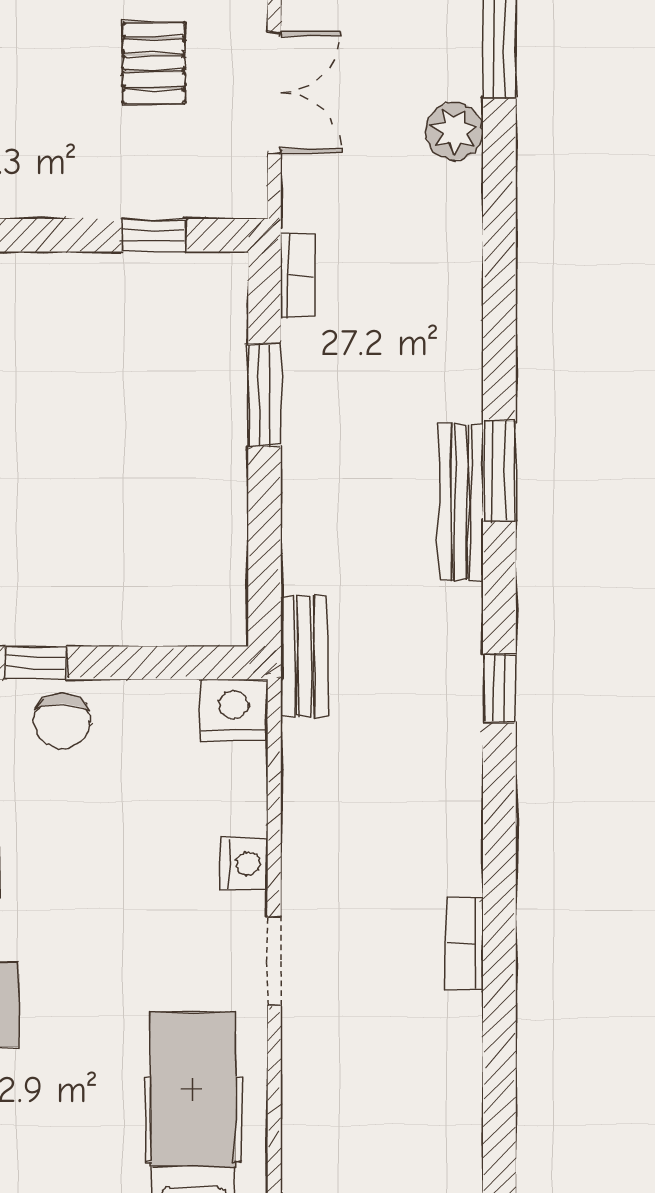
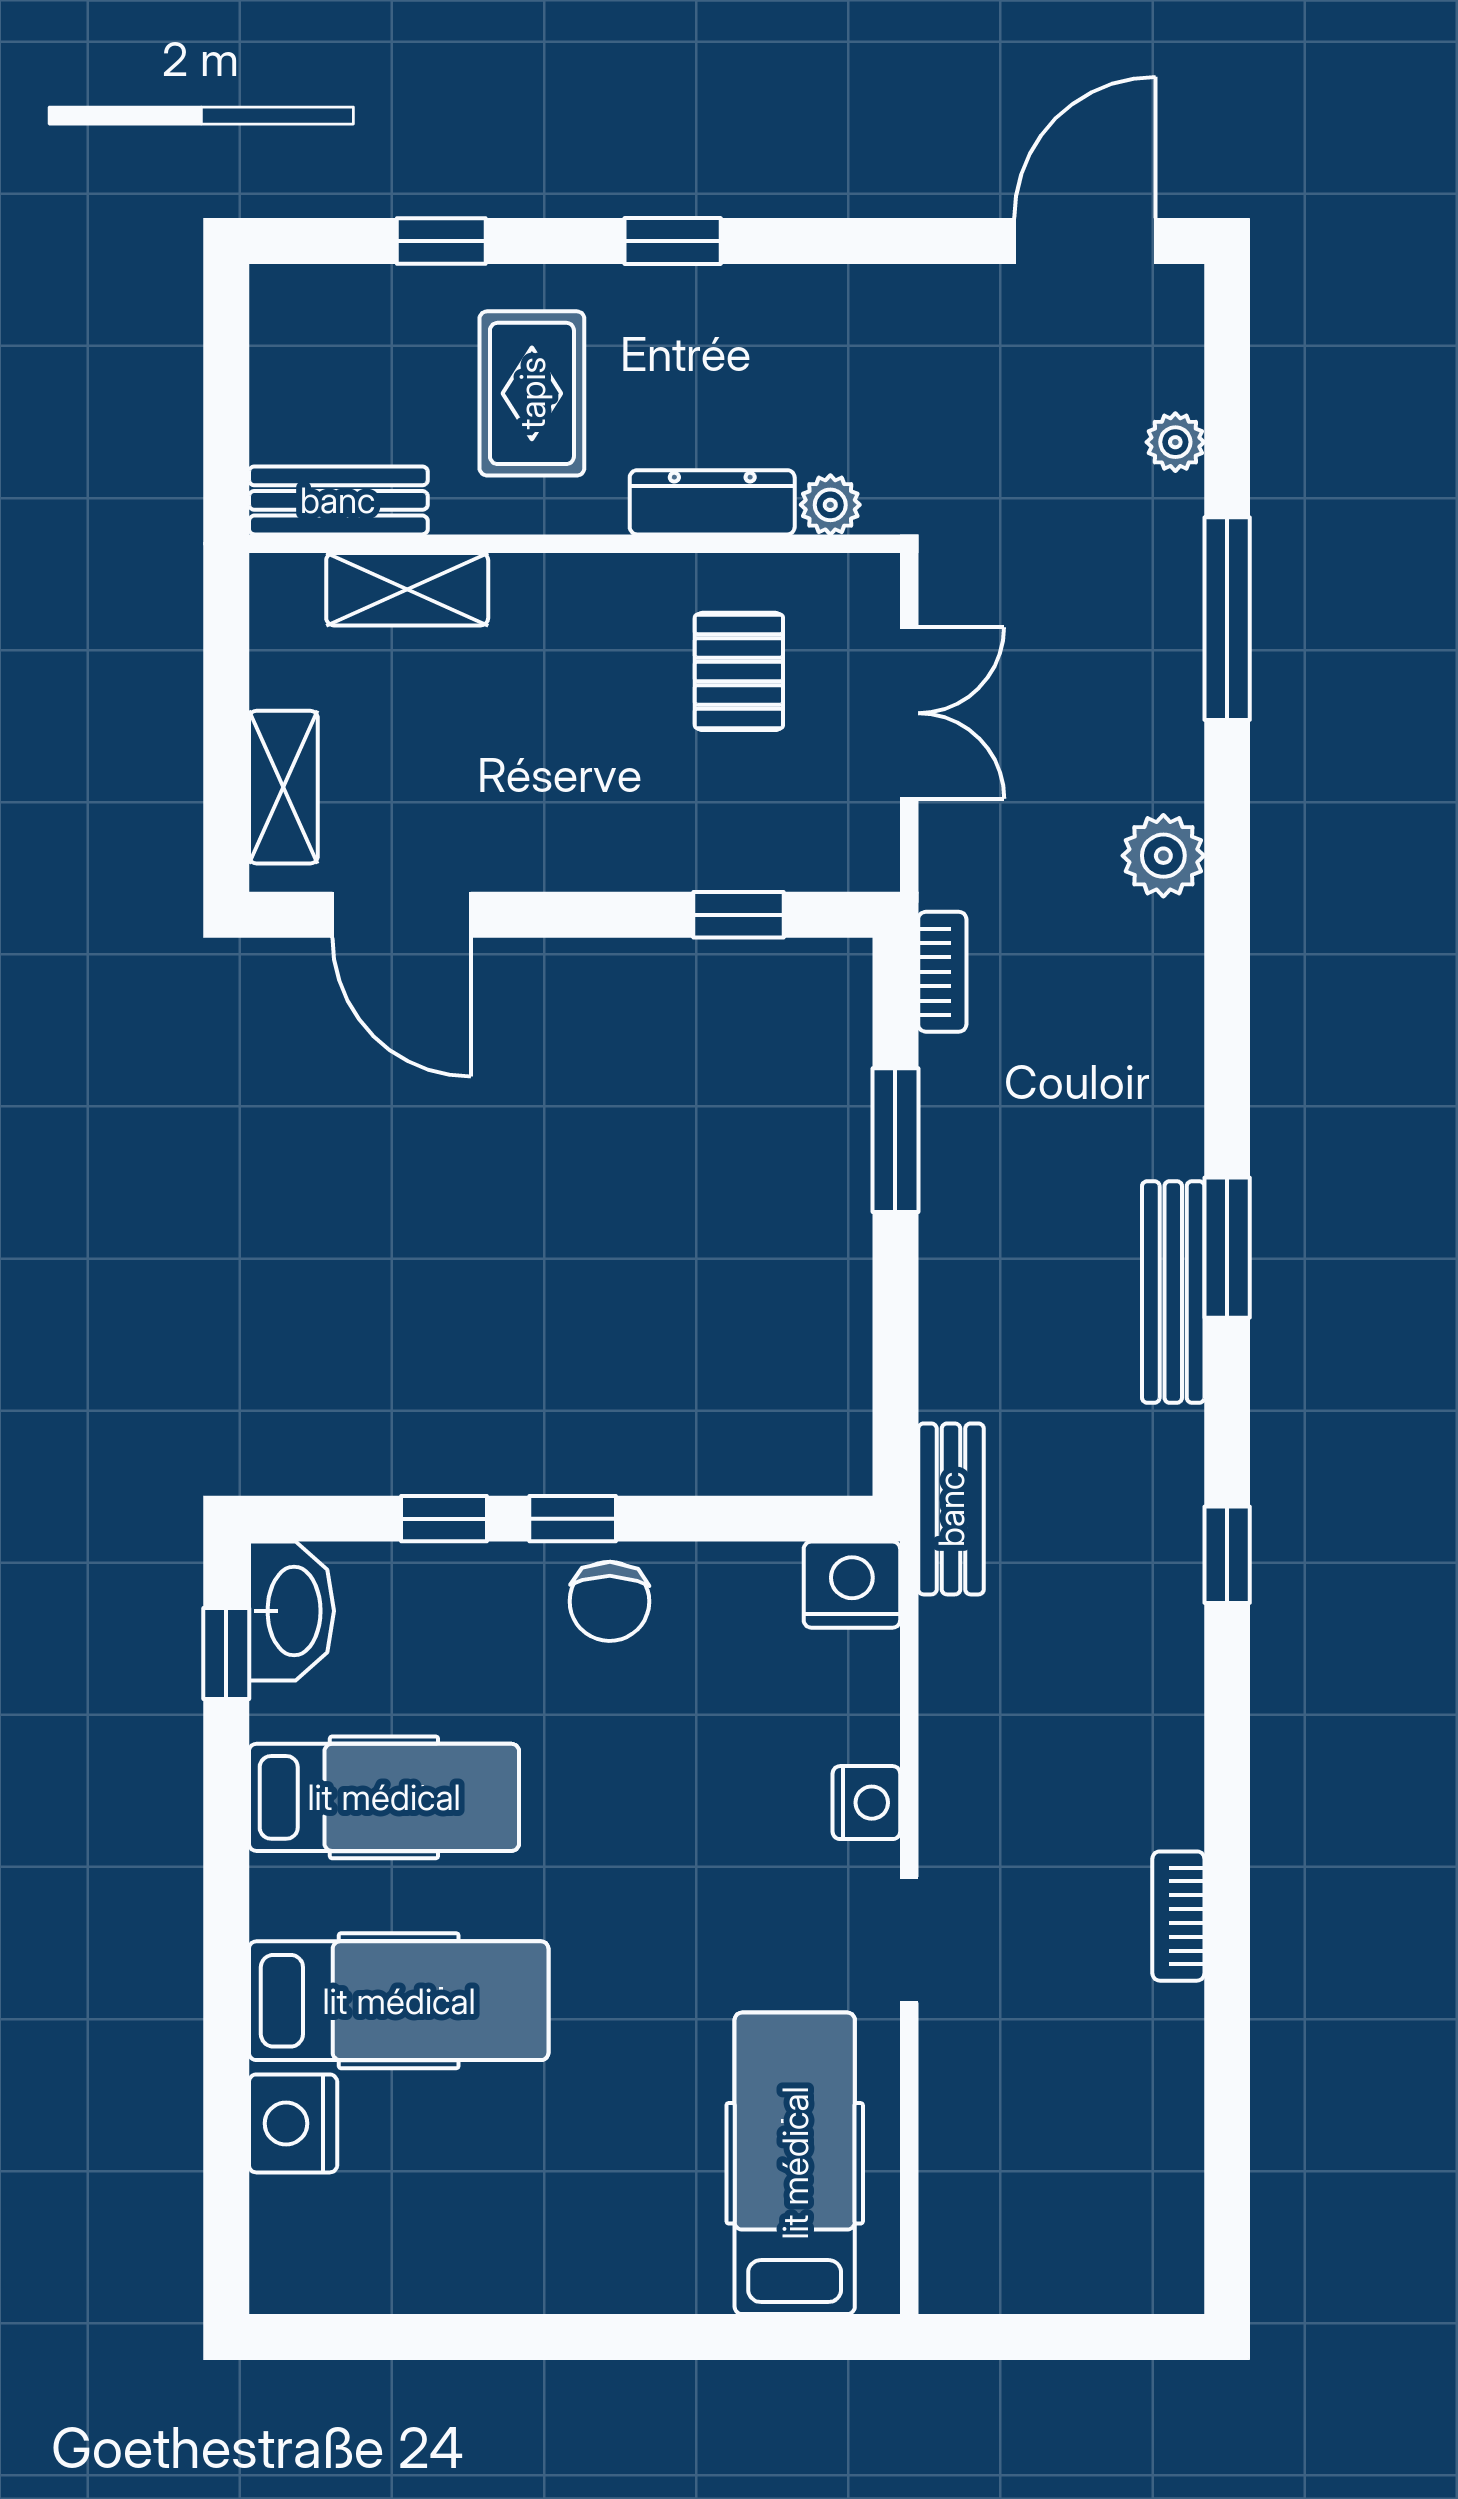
plant: (454, 131) -> (1163, 856), moved

